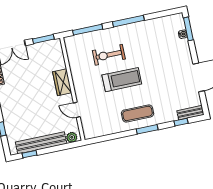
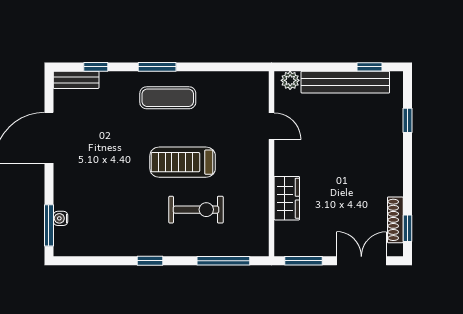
window: (128, 21) -> (150, 261), width x0.46
wardrobe: (62, 82) -> (287, 198), moved

